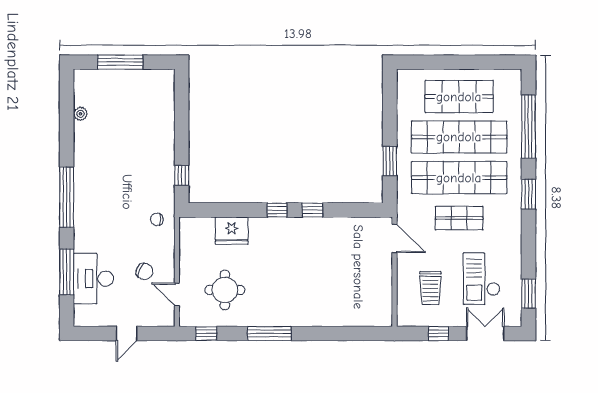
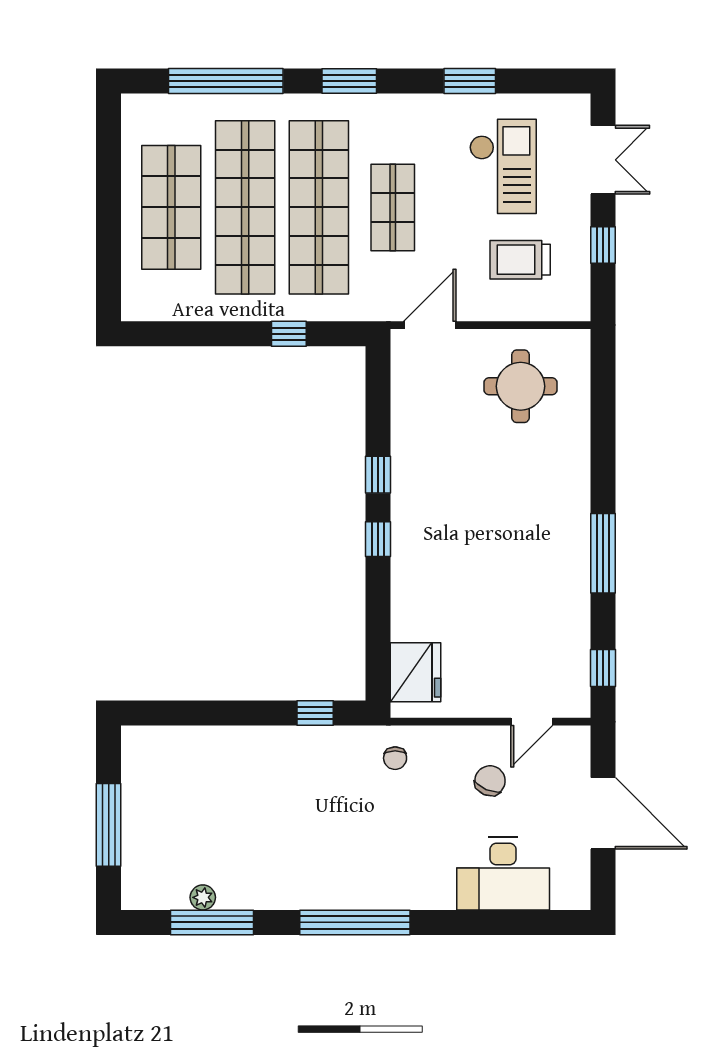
window: (390, 161) -> (289, 334), width x0.67
fridge: (232, 231) -> (416, 672), moved
window: (67, 272) -> (212, 922), moved
checkout: (482, 279) -> (503, 166), turned -90
trolley: (430, 288) -> (520, 260), turned 180
round table: (225, 290) -> (521, 386), moved
window: (529, 294) -> (470, 81), moved
door: (127, 333) -> (603, 813), width x1.87
double door: (485, 333) -> (603, 160), swing flipped

